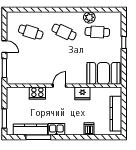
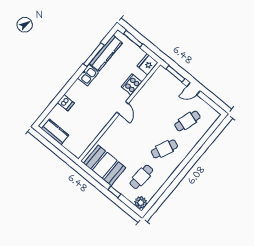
plant: (89, 17) -> (141, 203), moved
booth: (103, 73) -> (105, 165), moved, turned 90
fridge: (82, 93) -> (148, 64), moved
kitchen counter: (116, 114) -> (55, 132), width x0.67

